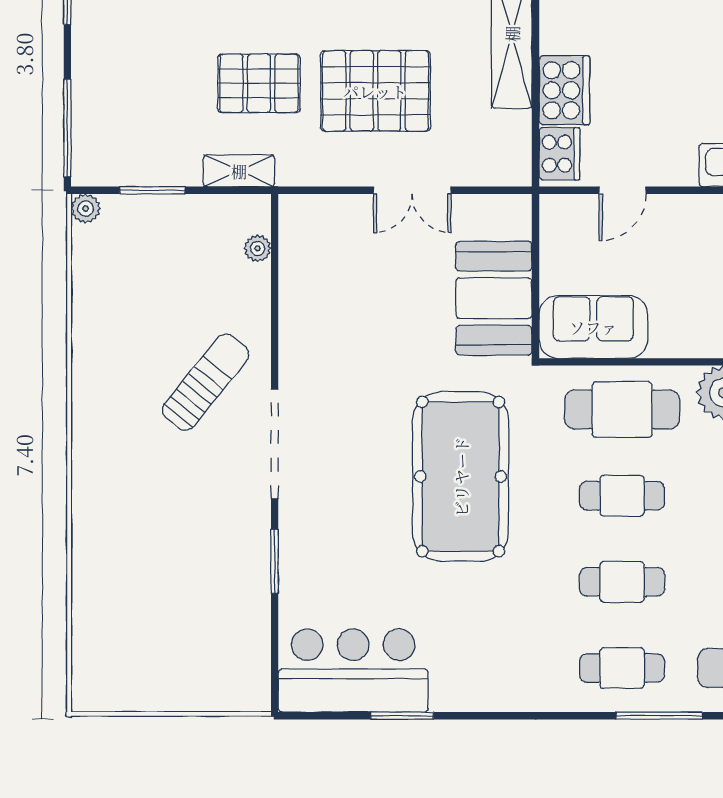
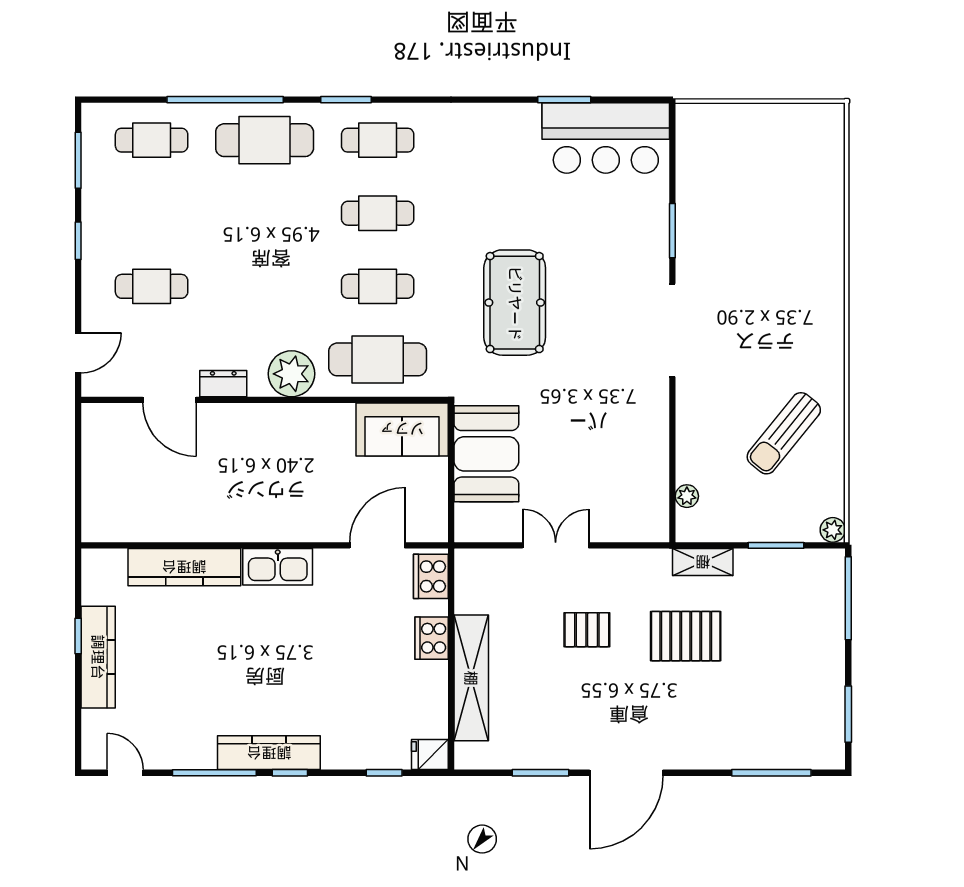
cooker: (564, 90) -> (432, 638), width x0.73, depth x0.76
pallet: (375, 91) -> (587, 630), width x0.49, depth x0.50
door: (623, 190) -> (377, 545), width x1.38
sun lounger: (206, 382) -> (784, 433), moved
pool table: (461, 477) -> (515, 303), width x0.73, depth x0.76
window: (659, 716) -> (346, 100), width x0.69

